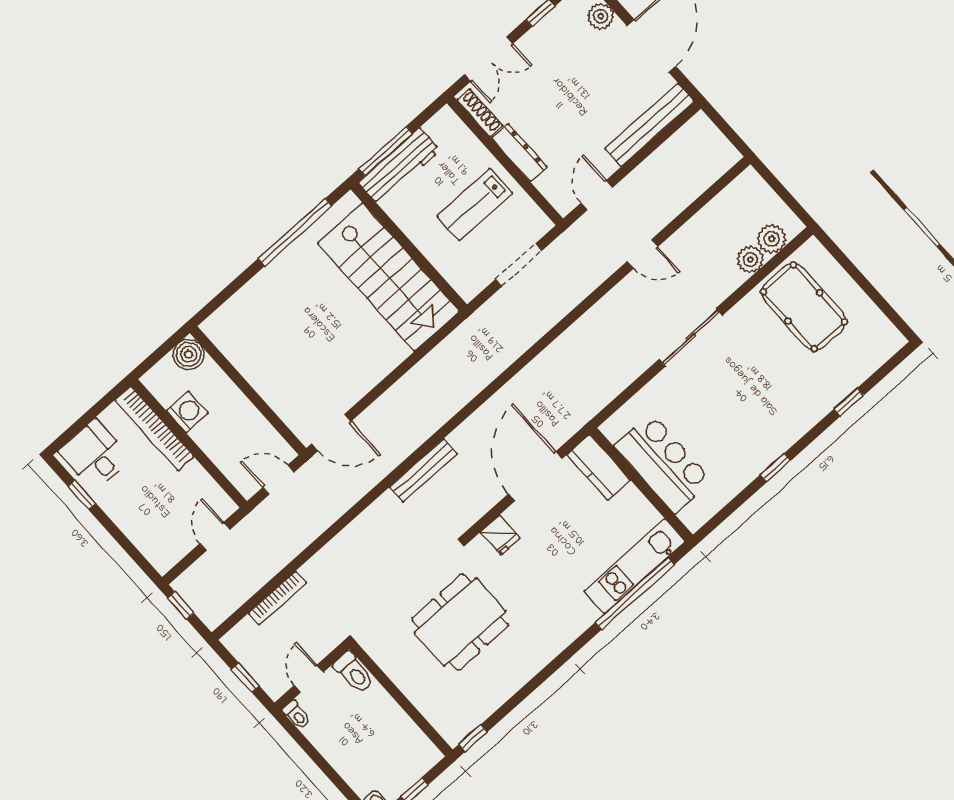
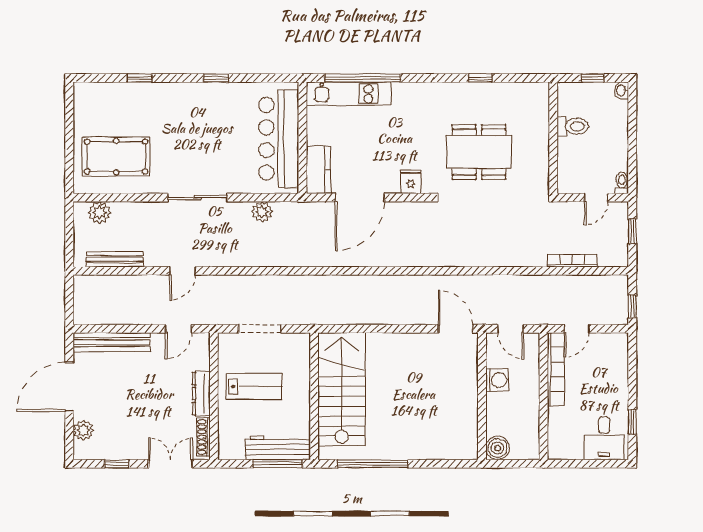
door: (642, 254) -> (182, 271), swing flipped
plant: (750, 259) -> (262, 212), moved
pool table: (804, 307) -> (116, 157), turned 90
washing machine: (187, 412) -> (497, 380), moved, turned 180
bookcase: (154, 428) -> (556, 369), moved
bar counter: (663, 463) -> (279, 139), width x1.36
bench: (423, 470) -> (115, 259), moved
toilet: (354, 672) -> (573, 126), moved, turned 90
window: (473, 738) -> (480, 78), moved

